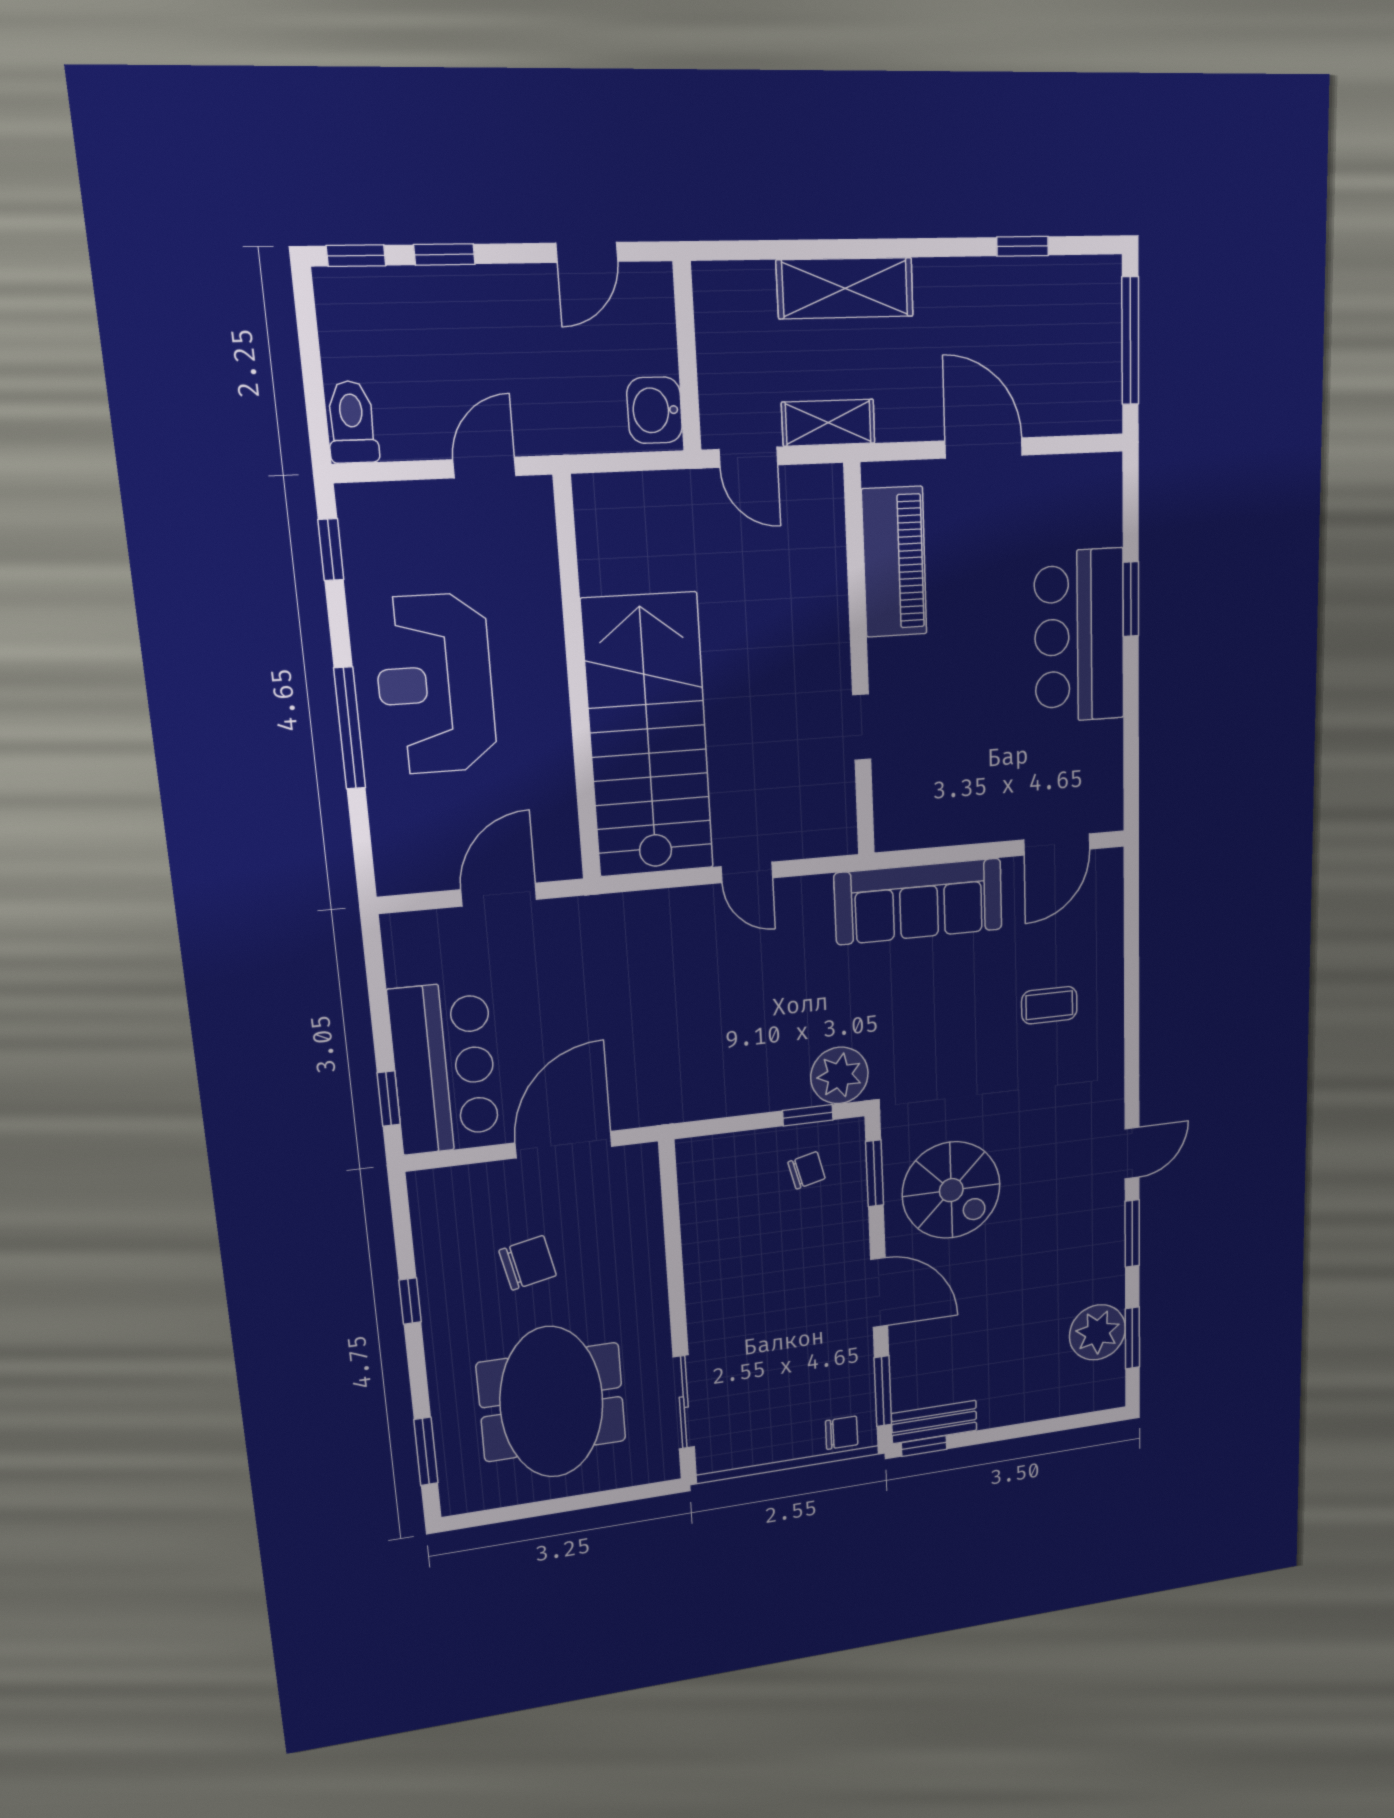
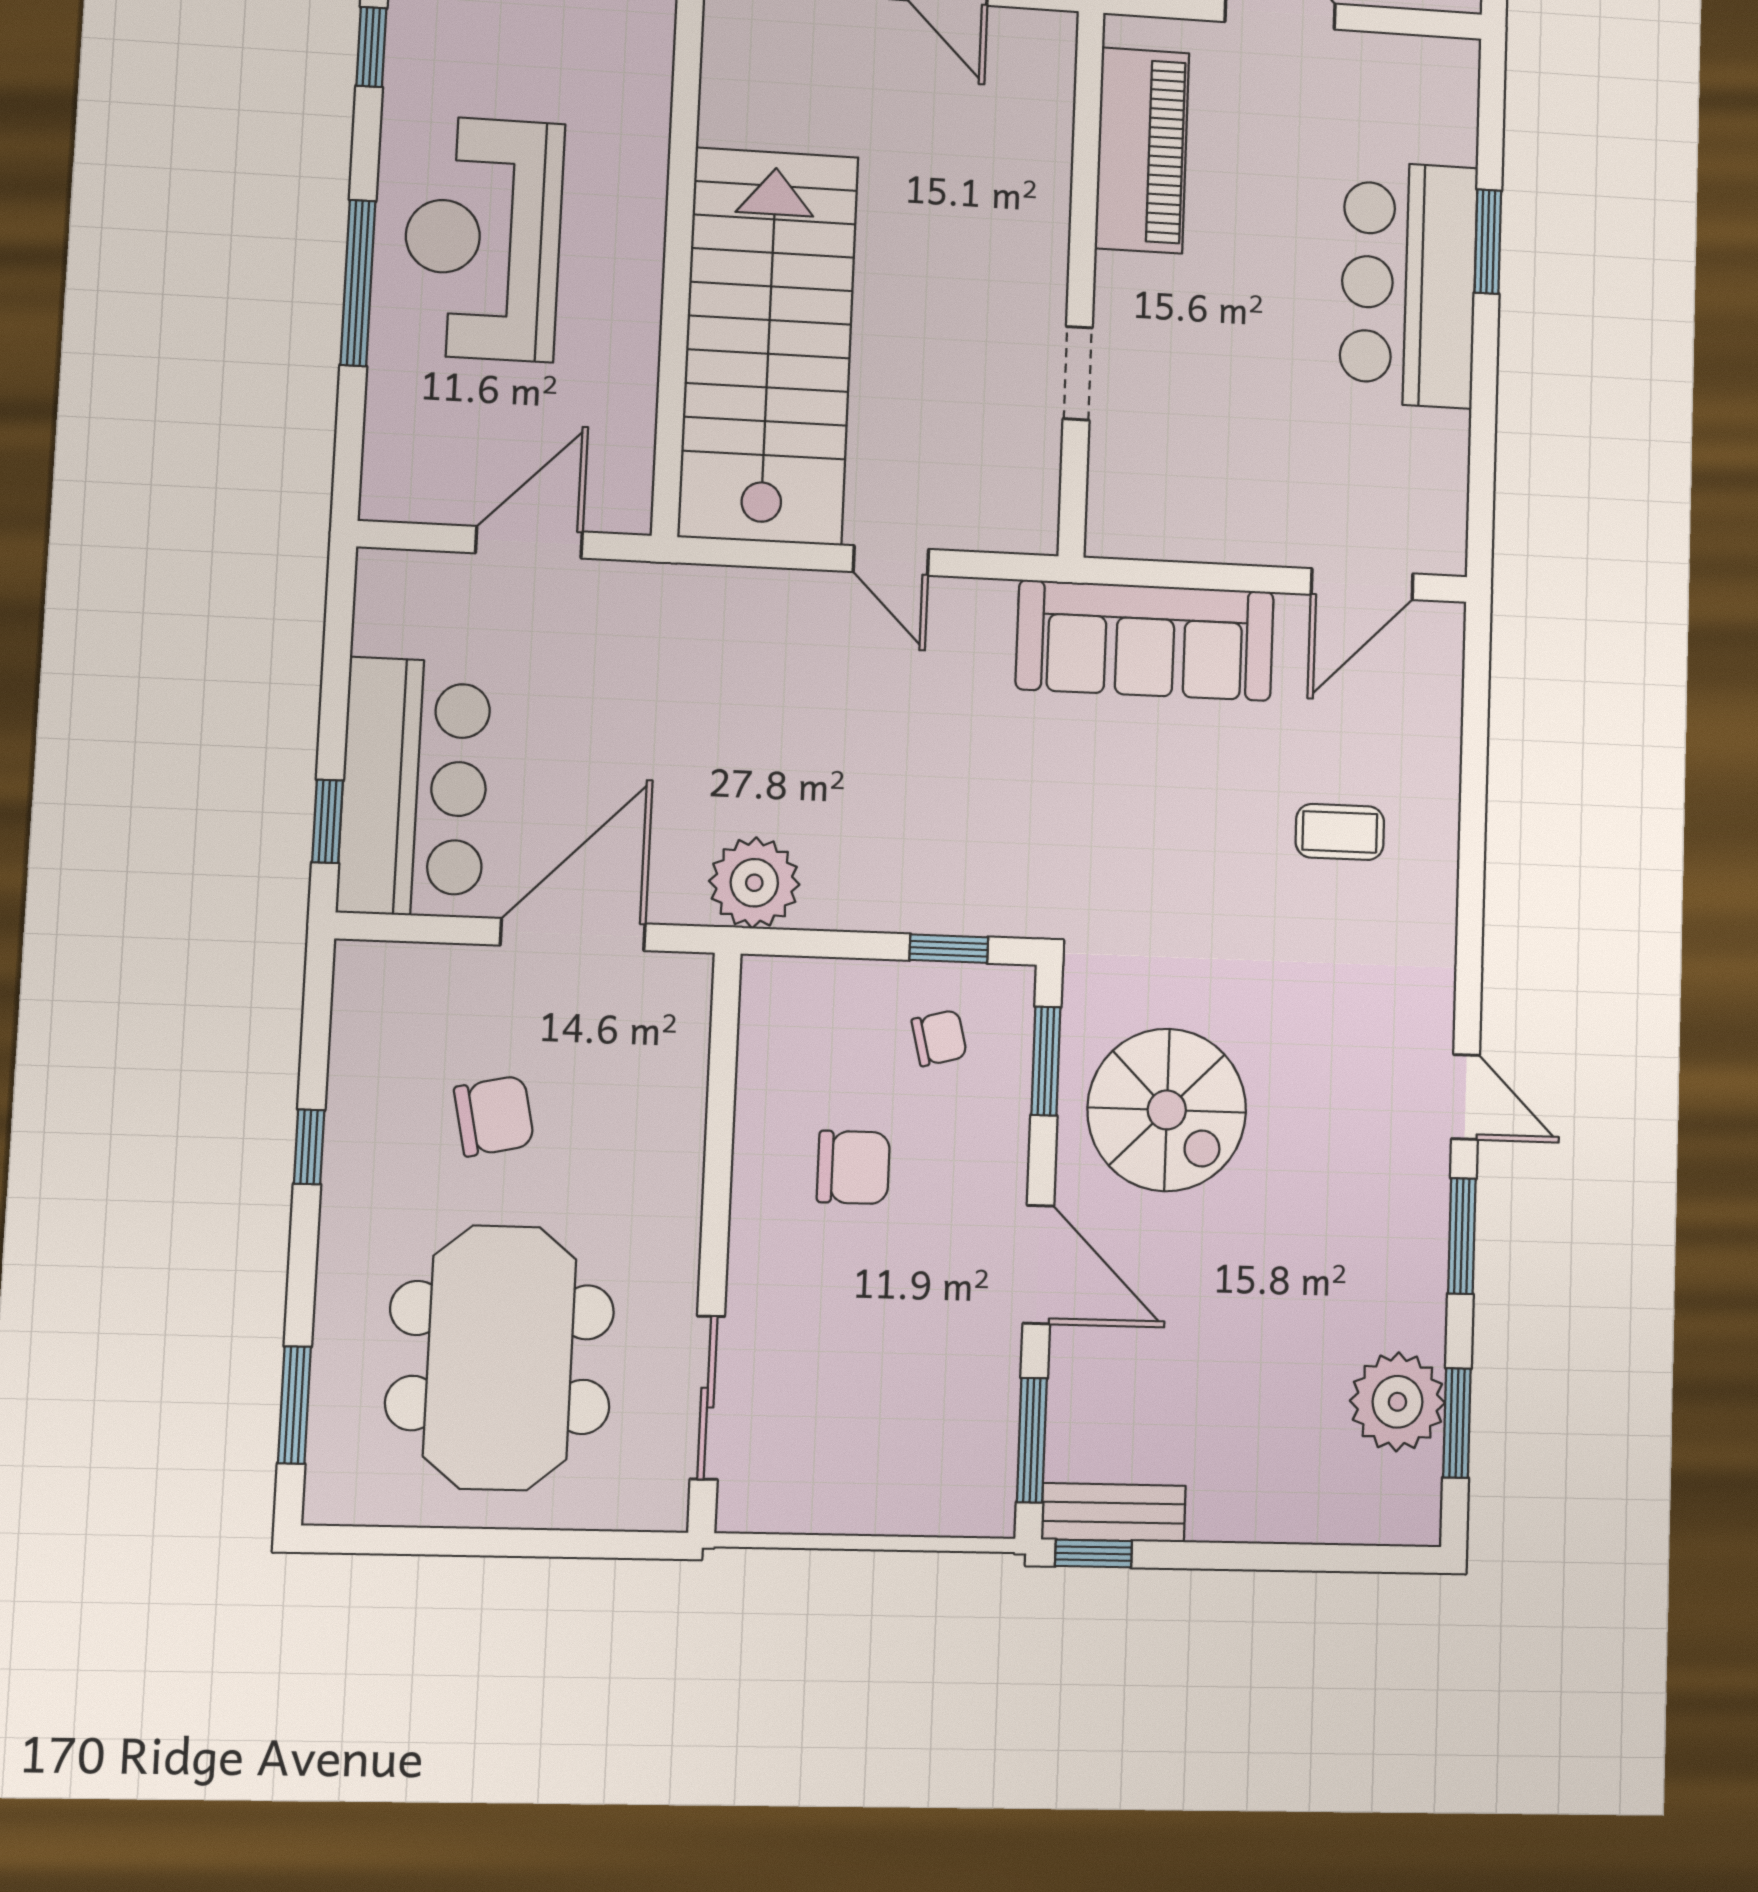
plant: (839, 1075) -> (754, 883), moved
door: (1132, 1153) -> (1465, 1097), hinge flipped
chair: (842, 1433) -> (853, 1167), moved, width x1.37, depth x1.37

